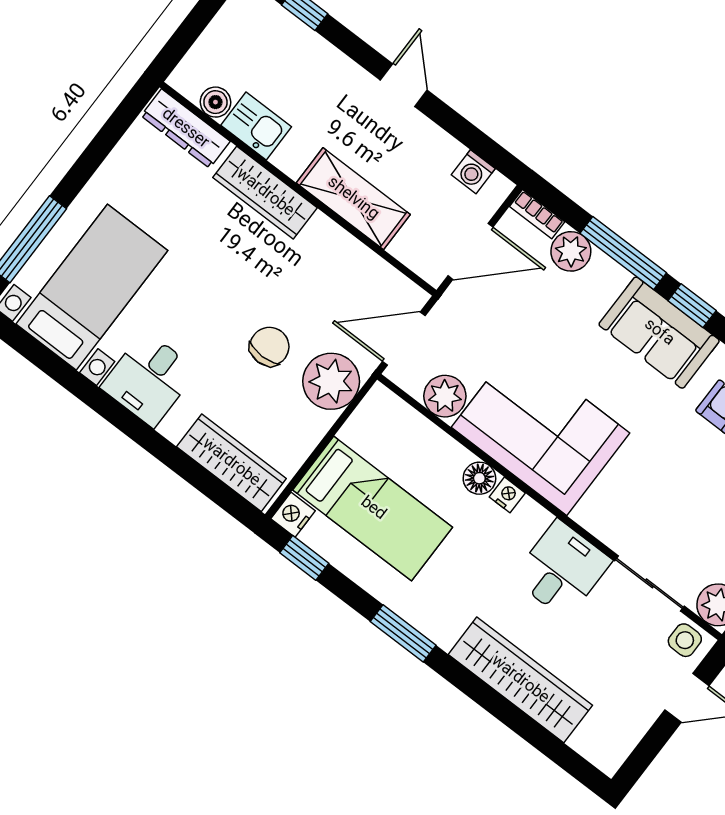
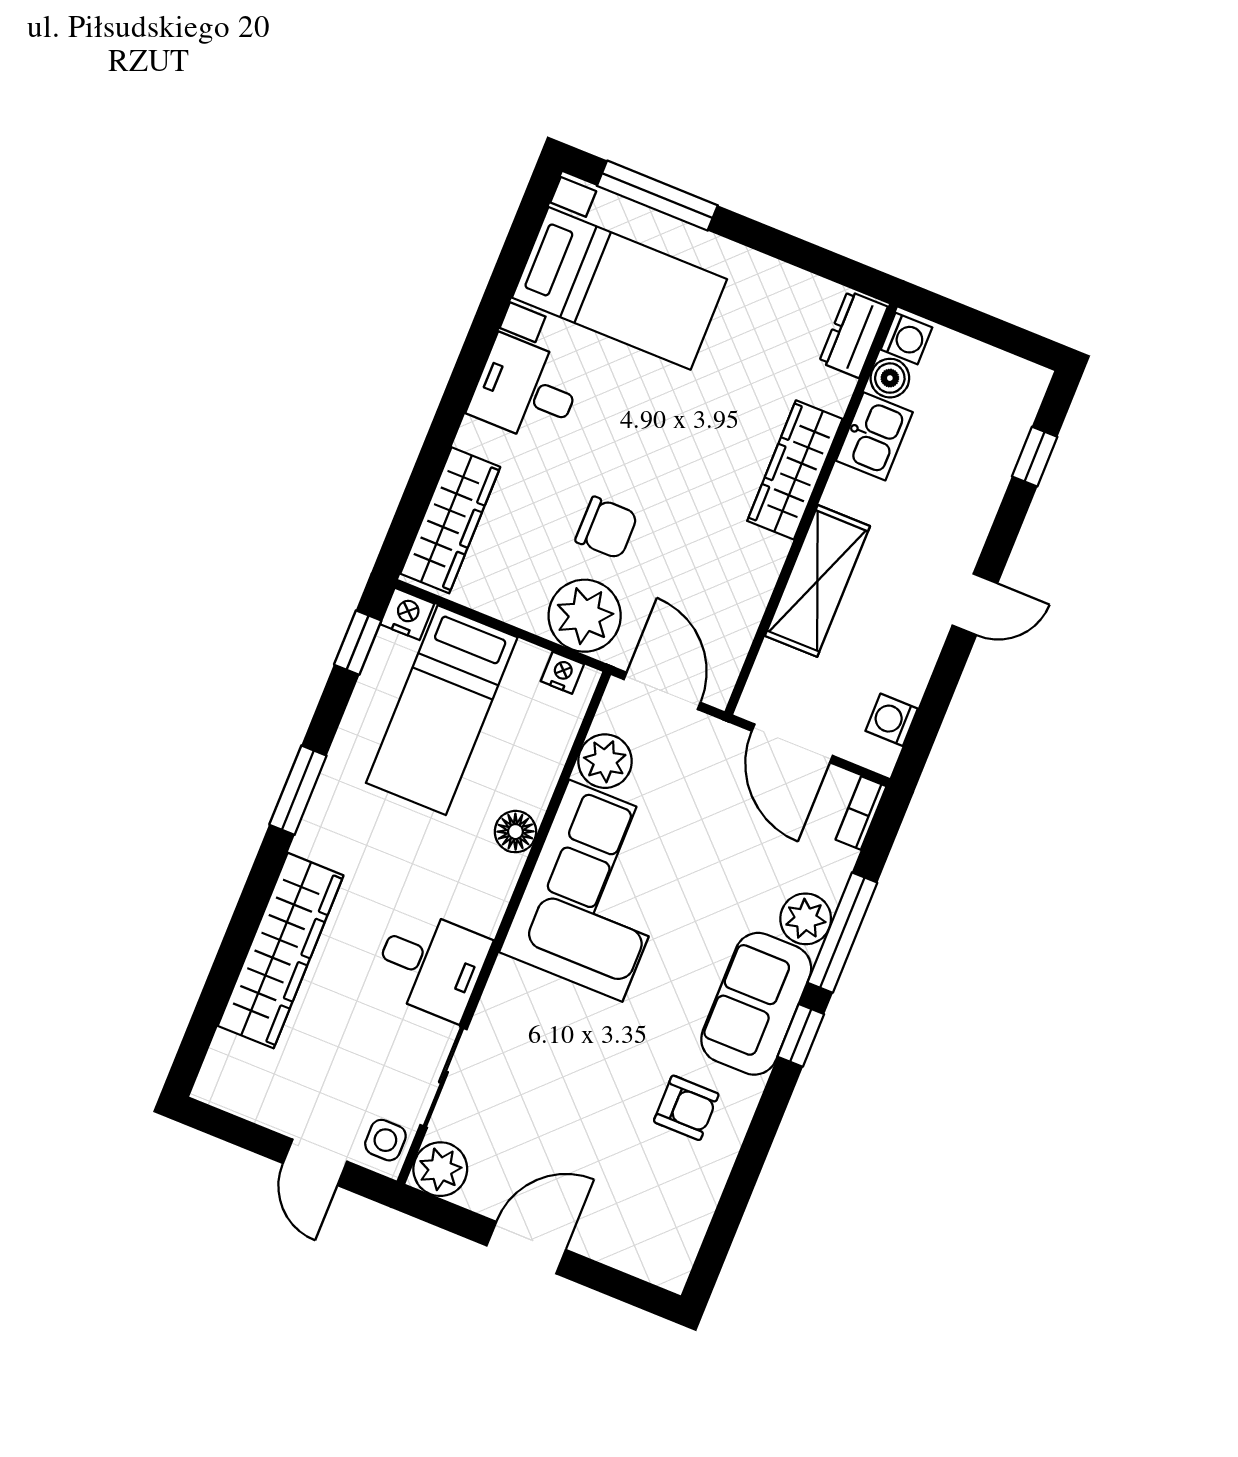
washing machine: (189, 81) -> (906, 338), added
dresser: (185, 129) -> (853, 334), width x0.70
plant: (571, 251) -> (806, 919), moved
nightstand: (507, 495) -> (562, 673), moved, turned -90

